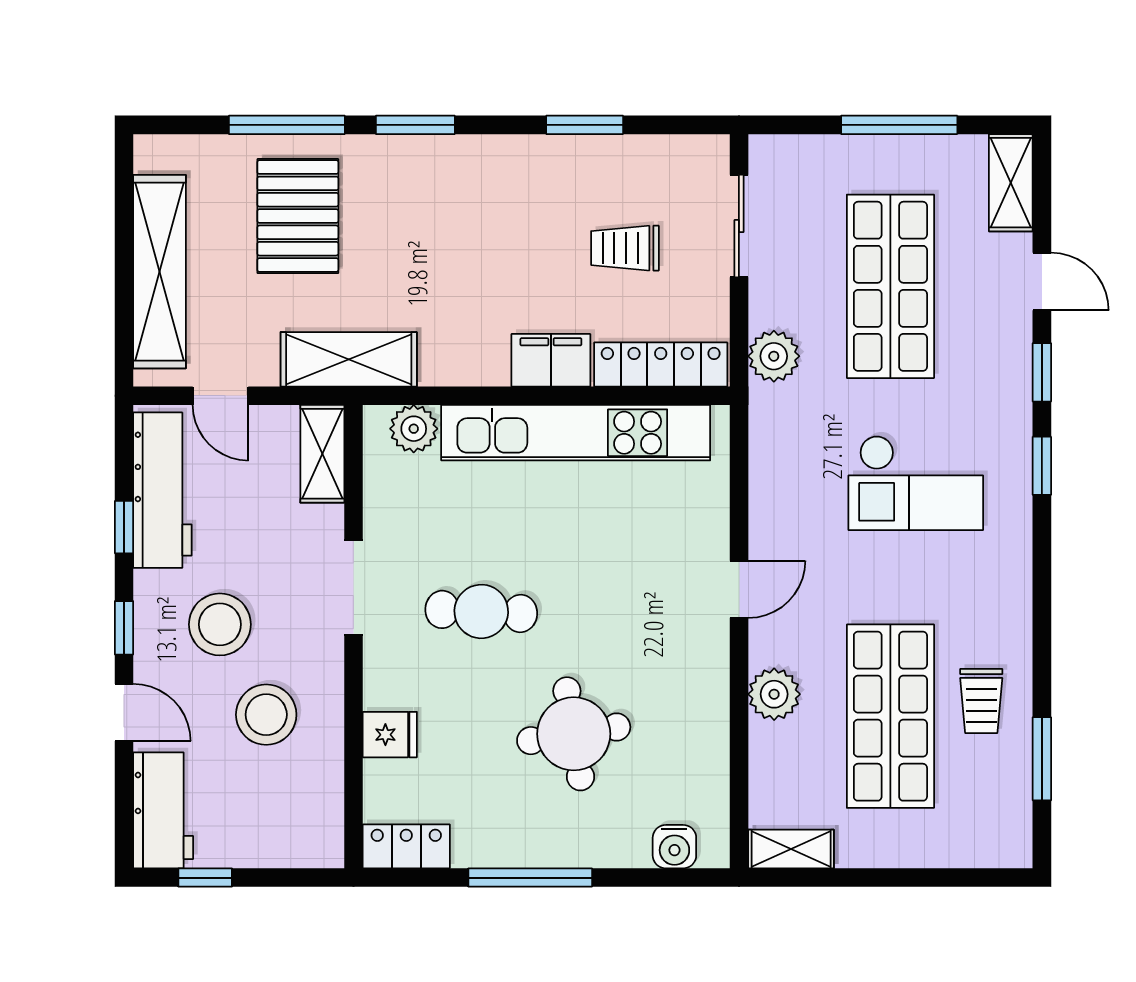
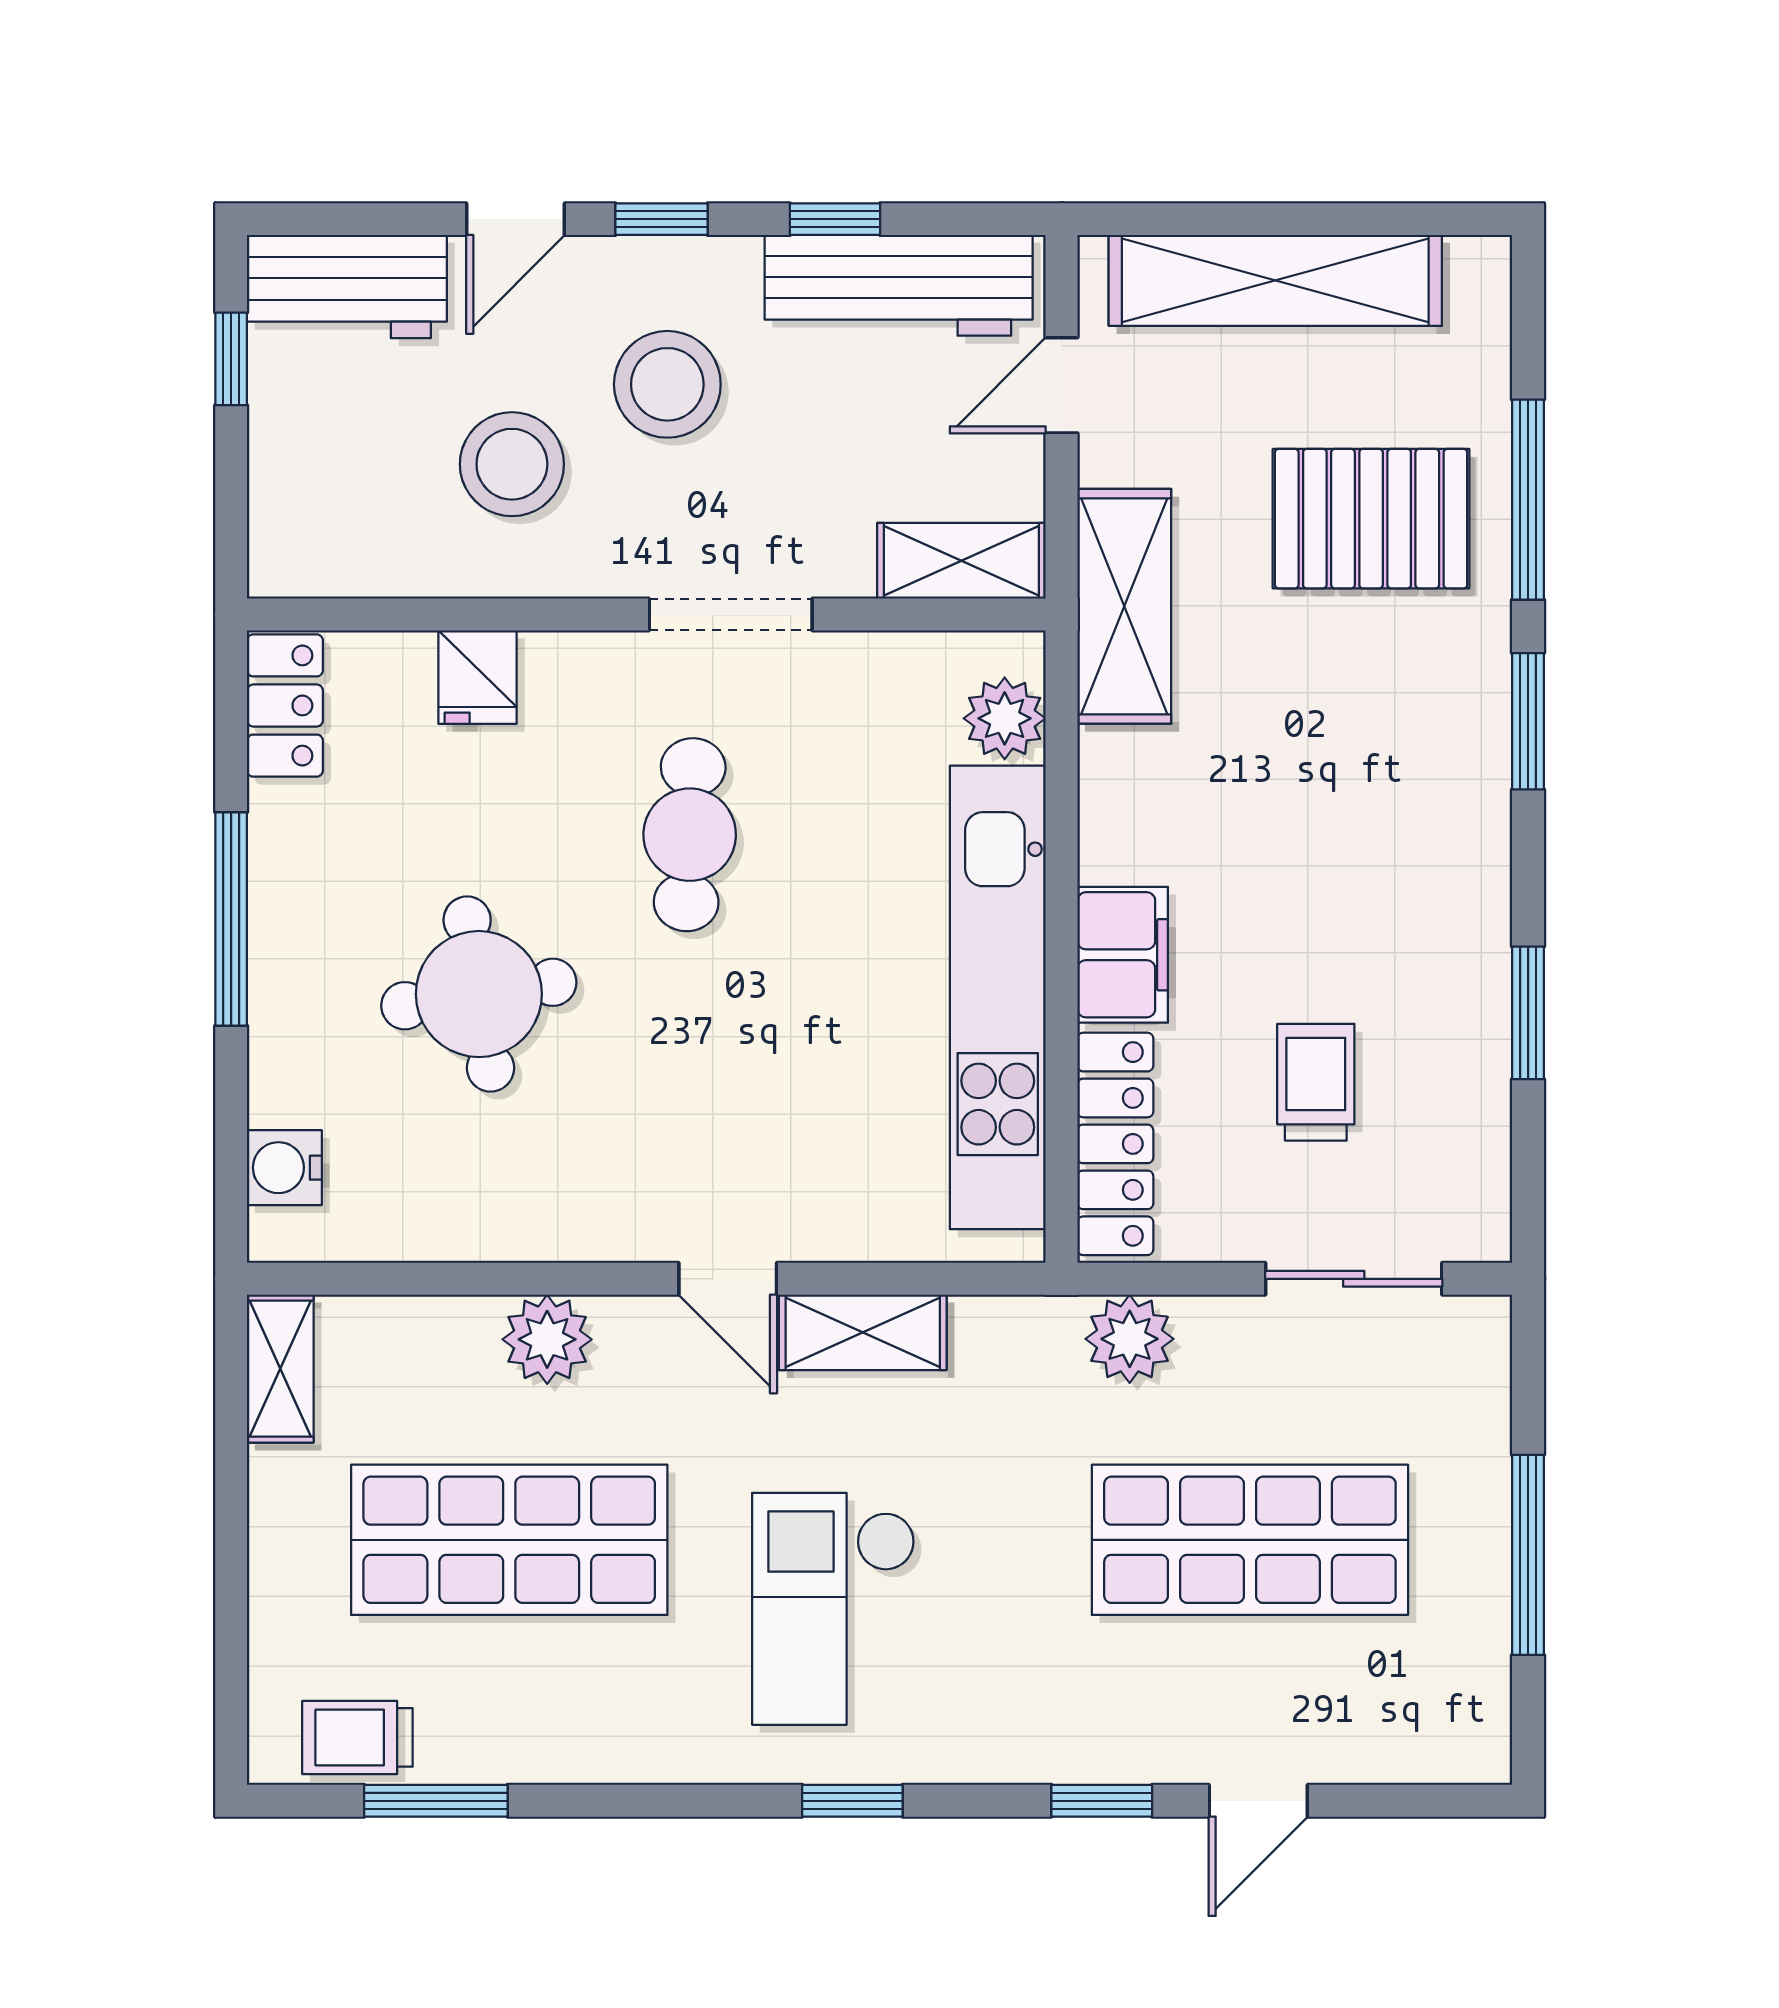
shelving: (1011, 183) -> (863, 1332), moved
window: (1042, 466) -> (852, 1801), moved
checkout: (916, 483) -> (834, 1609), moved
trolley: (981, 701) -> (357, 1737), moved

